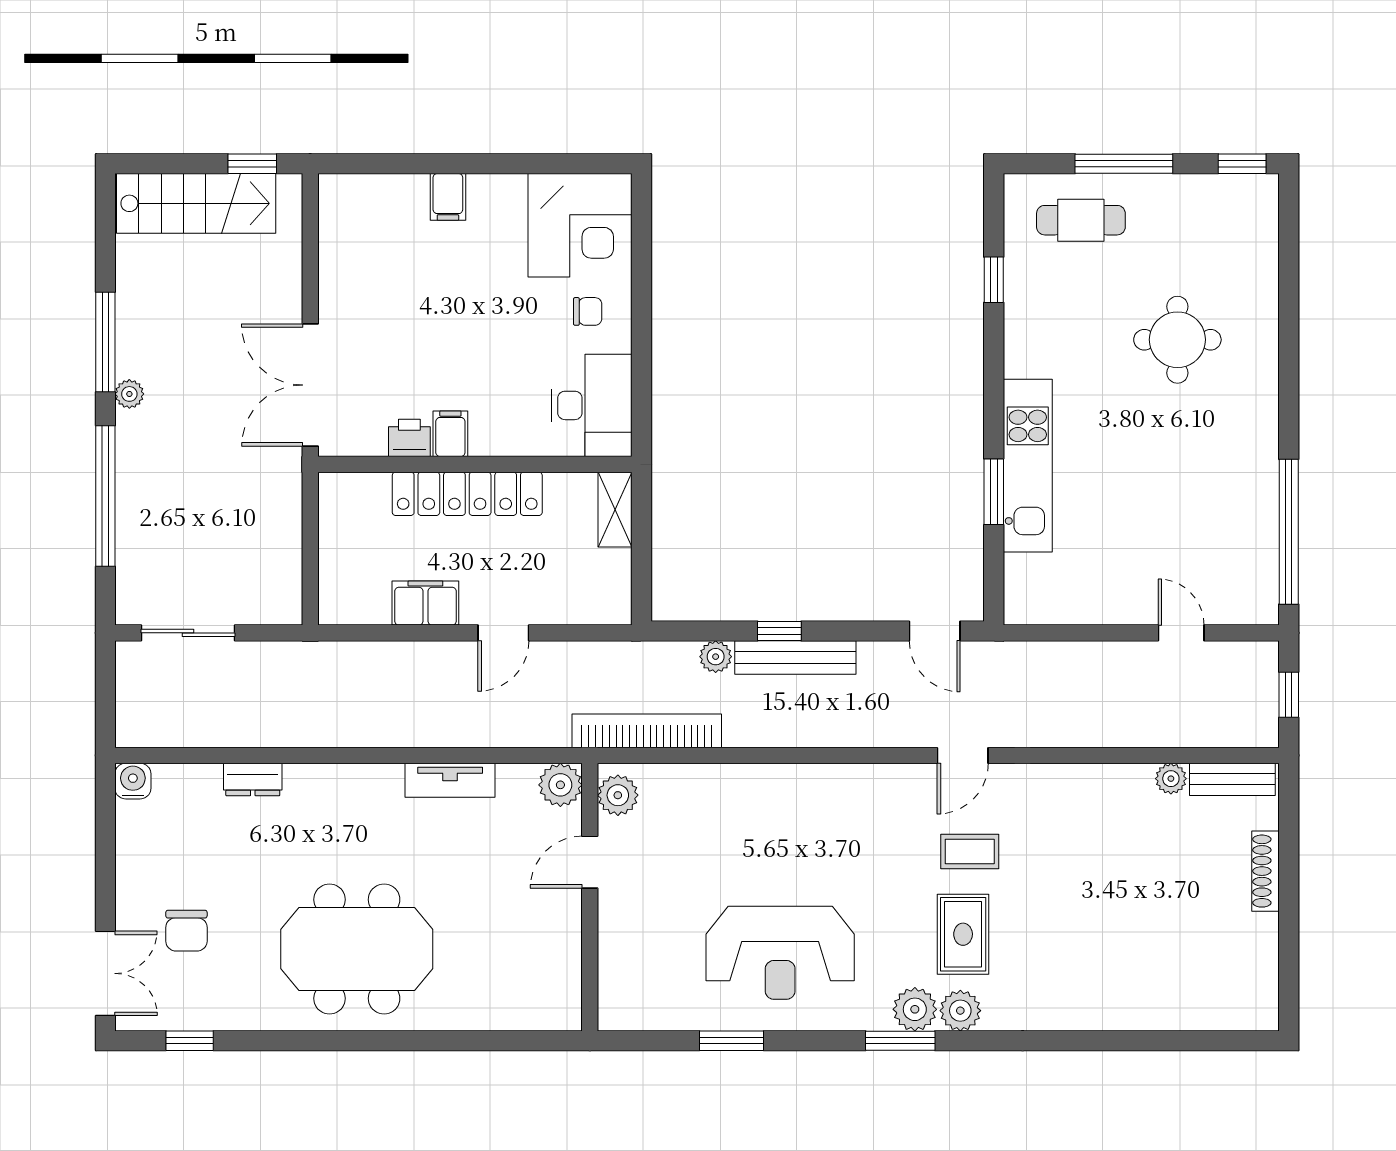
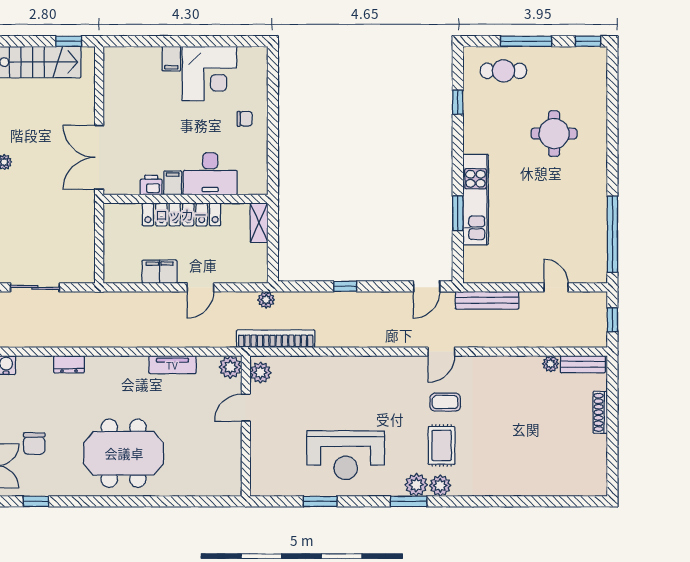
corner desk: (580, 225) -> (209, 73), moved
desk: (592, 405) -> (210, 174), moved, turned 90
door: (935, 631) -> (427, 286), hinge flipped
plant: (716, 657) -> (266, 300), moved
bench: (795, 658) -> (487, 300), moved

